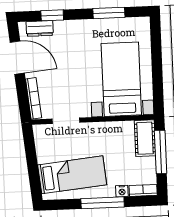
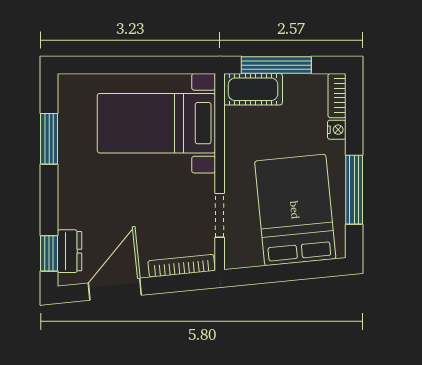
window: (52, 15) -> (49, 253), moved
bed: (72, 175) -> (295, 210), width x1.50
window: (103, 203) -> (354, 190), moved

